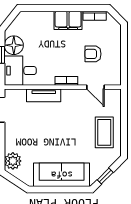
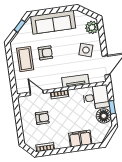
filing cabinet: (68, 20) -> (80, 139), moved
side table: (25, 133) -> (86, 50), added
armchair: (77, 137) -> (45, 53), added

